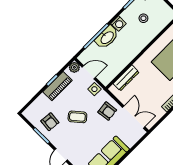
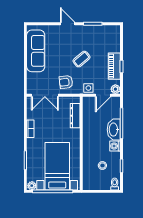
armchair: (50, 122) -> (96, 38), removed

